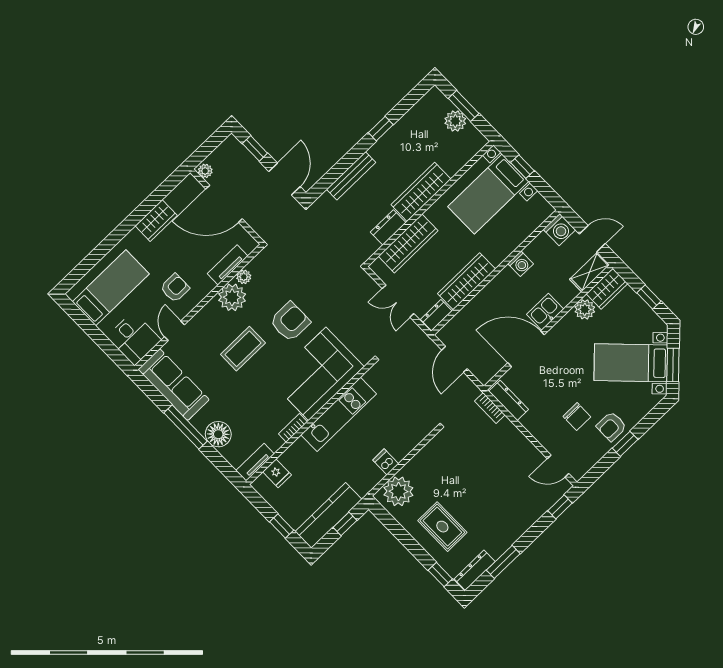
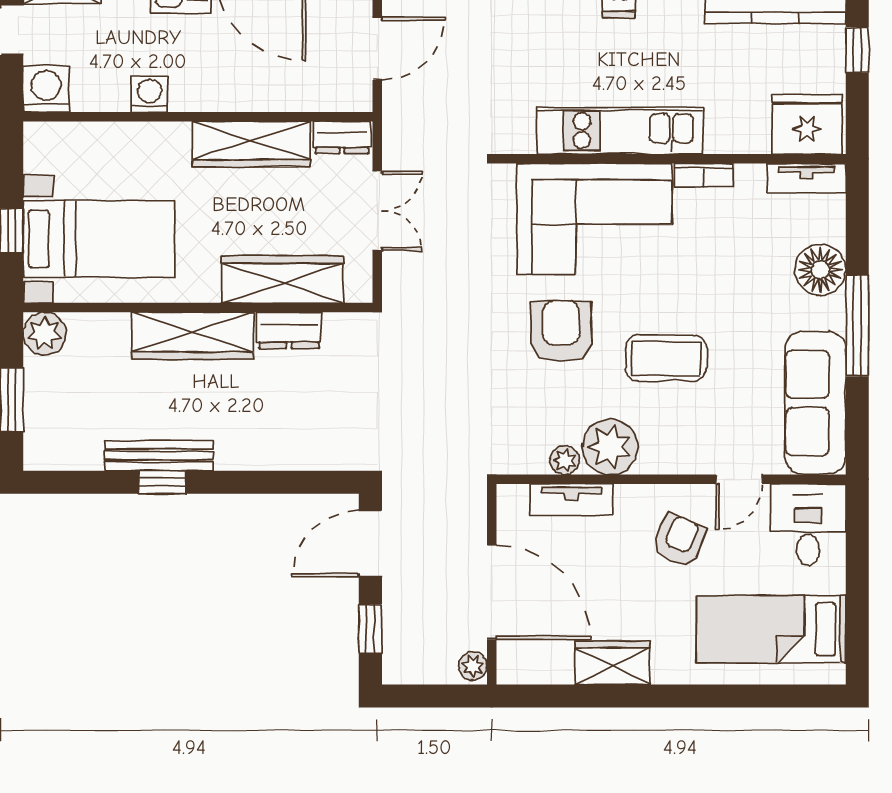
plant: (455, 121) -> (45, 334), moved
bench: (351, 176) -> (159, 456), moved
armchair: (175, 288) -> (679, 540), turned 113
armchair: (290, 322) -> (561, 331), turned 90
fridge: (277, 473) -> (807, 124), width x1.88, depth x1.34

